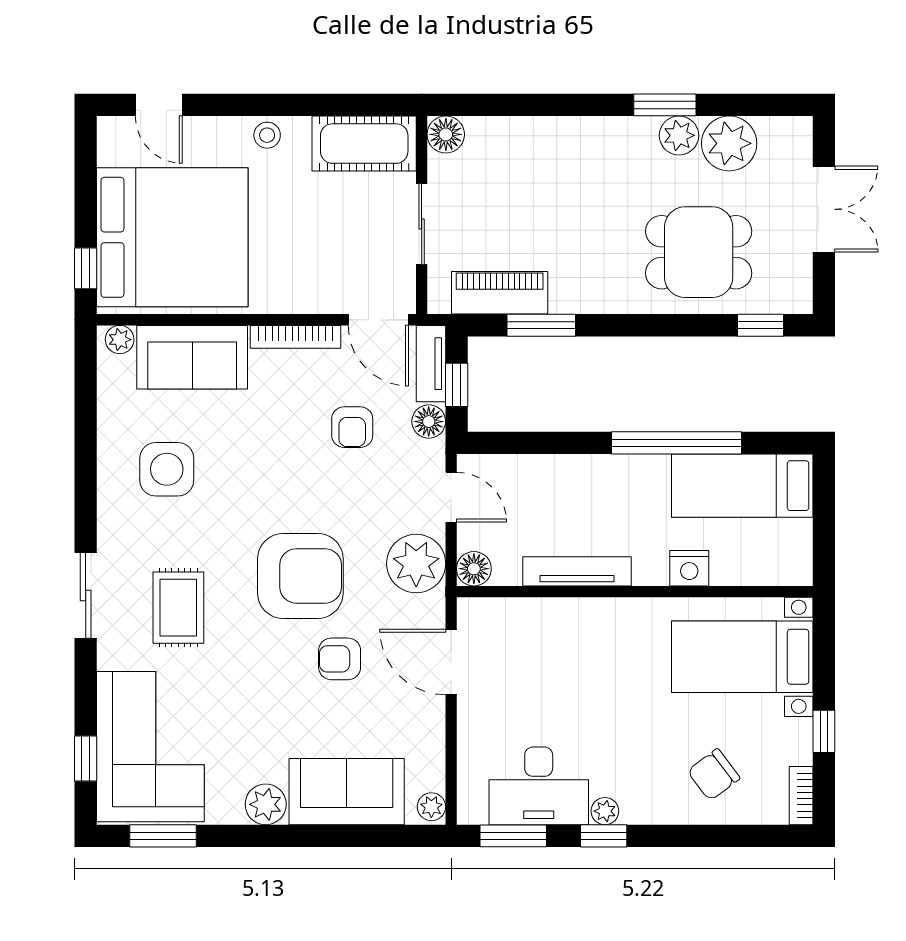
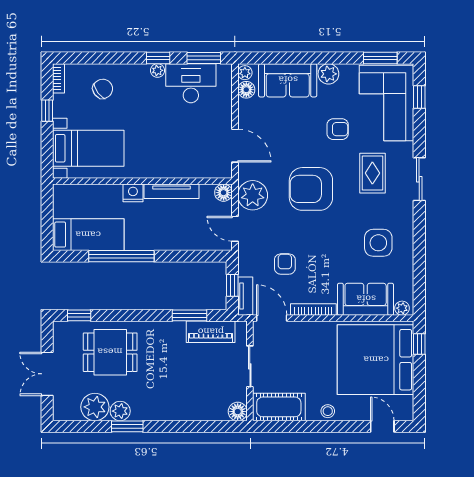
floor lamp: (429, 422) -> (246, 90), moved
nightstand: (689, 568) -> (133, 193), moved
armchair: (340, 659) -> (338, 129), moved

